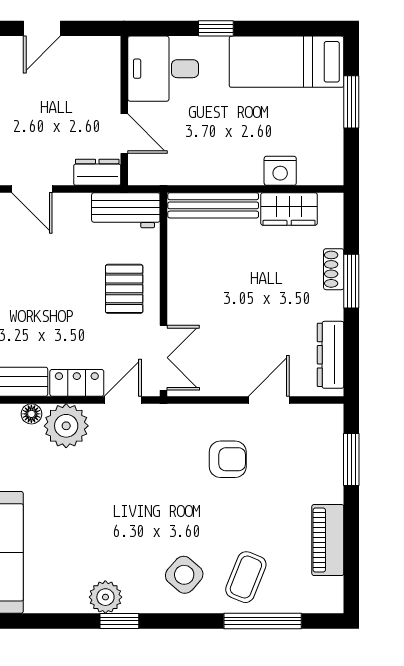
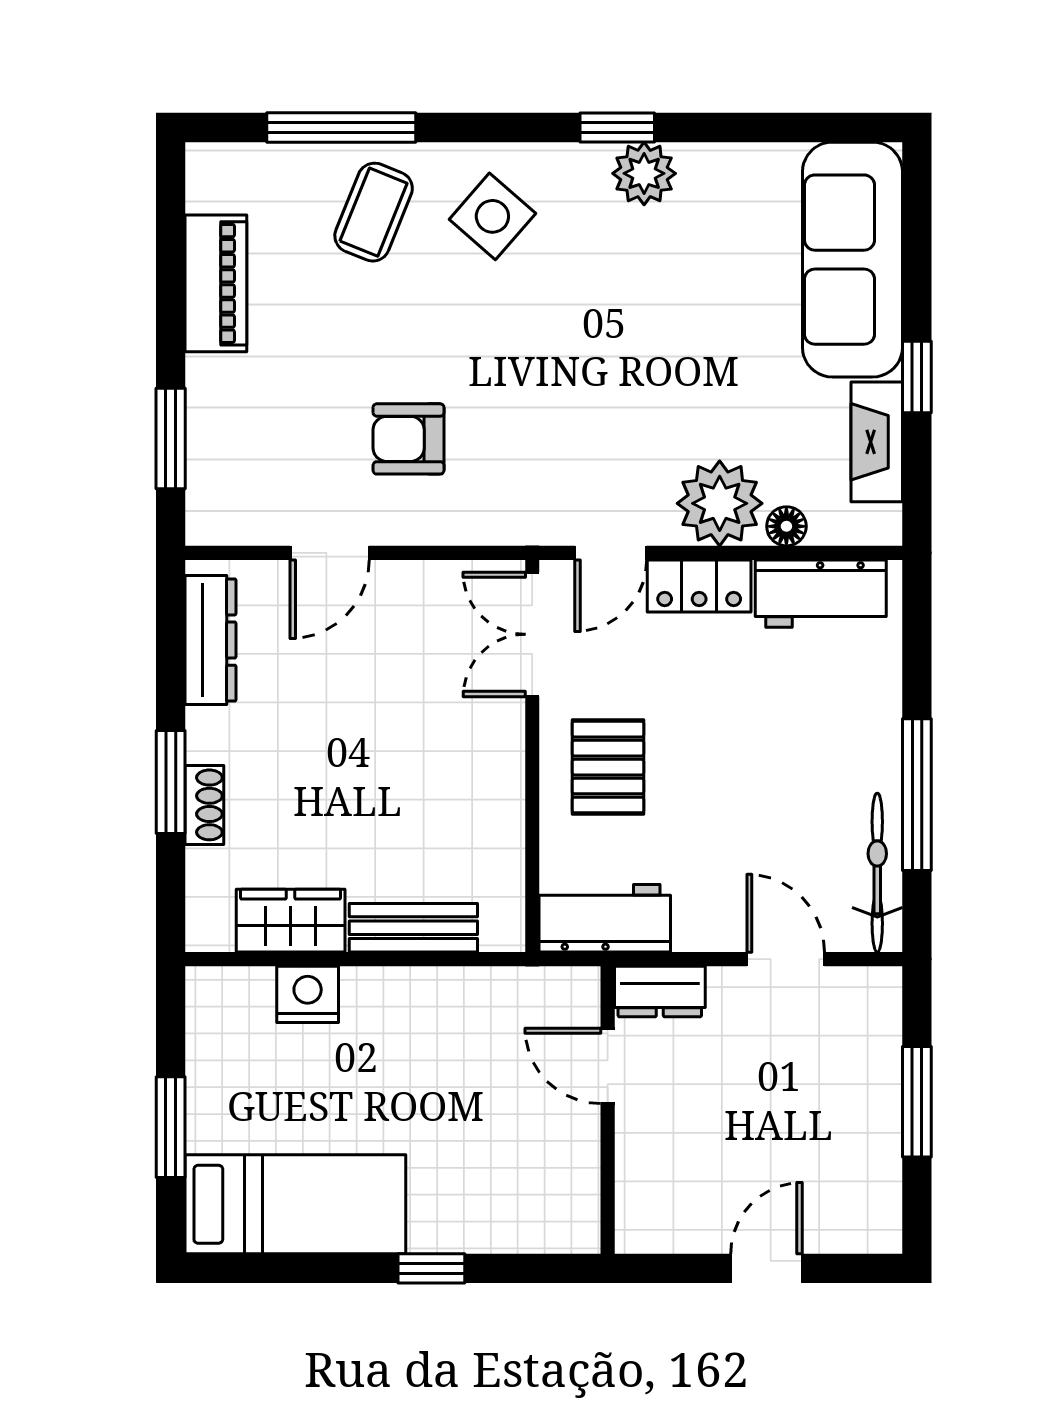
desk: (163, 69) -> (533, 1191), removed
bench: (213, 205) -> (413, 928), width x0.73

